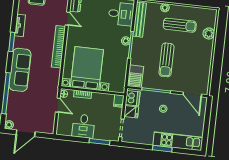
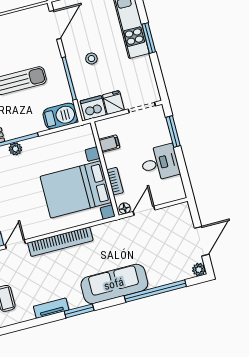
filing cabinet: (119, 101) -> (109, 144), moved
door: (26, 133) -> (202, 241), hinge flipped

